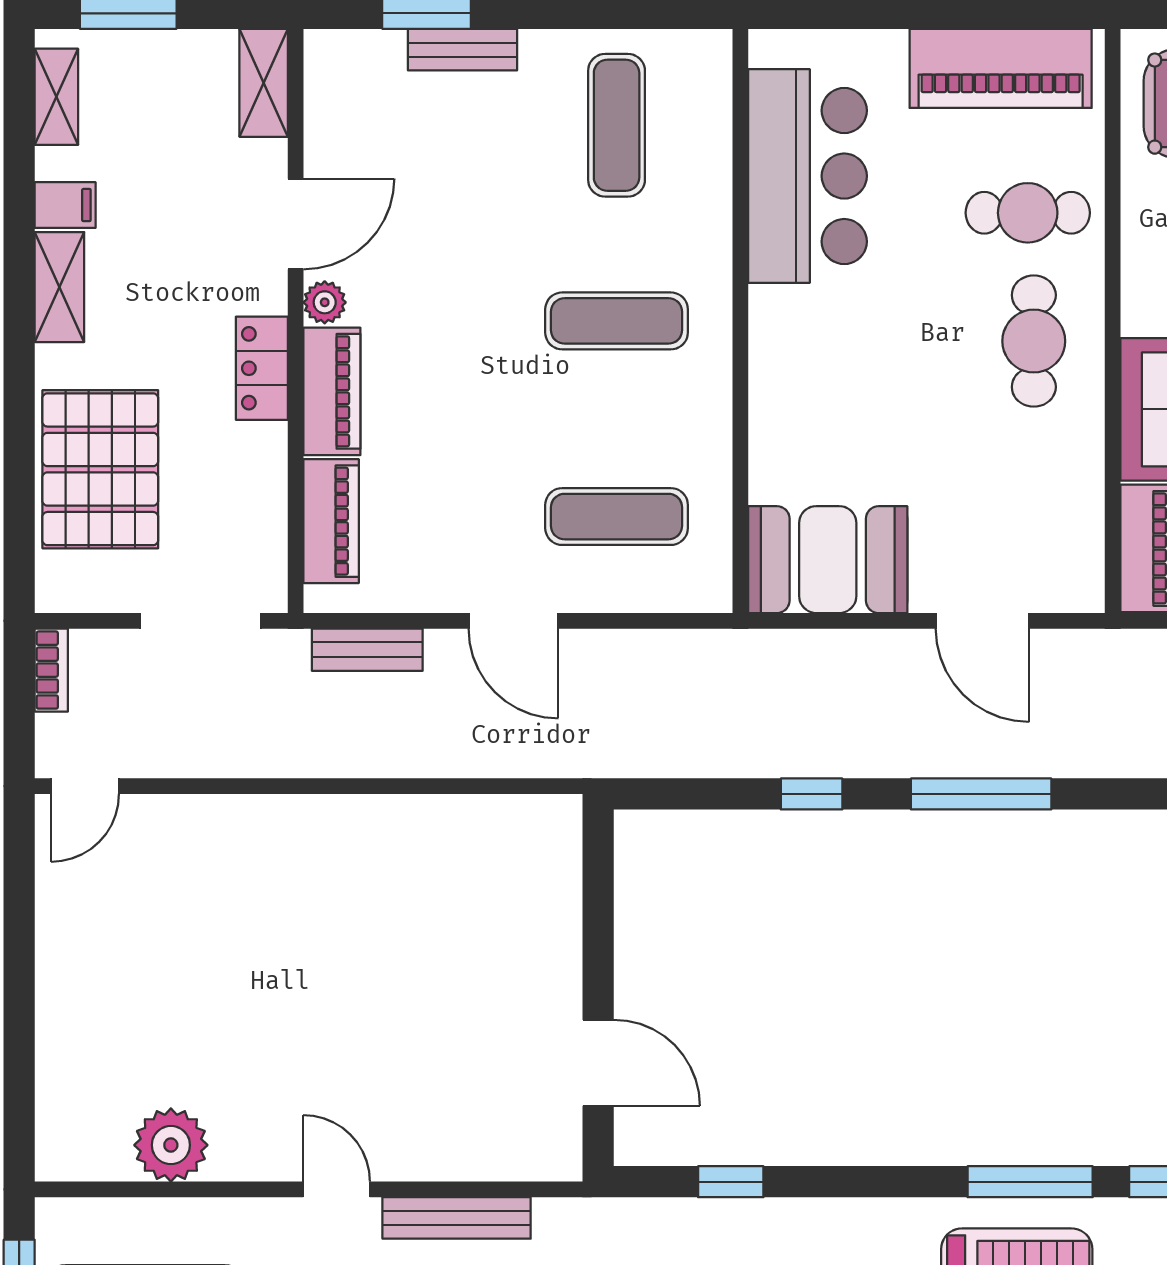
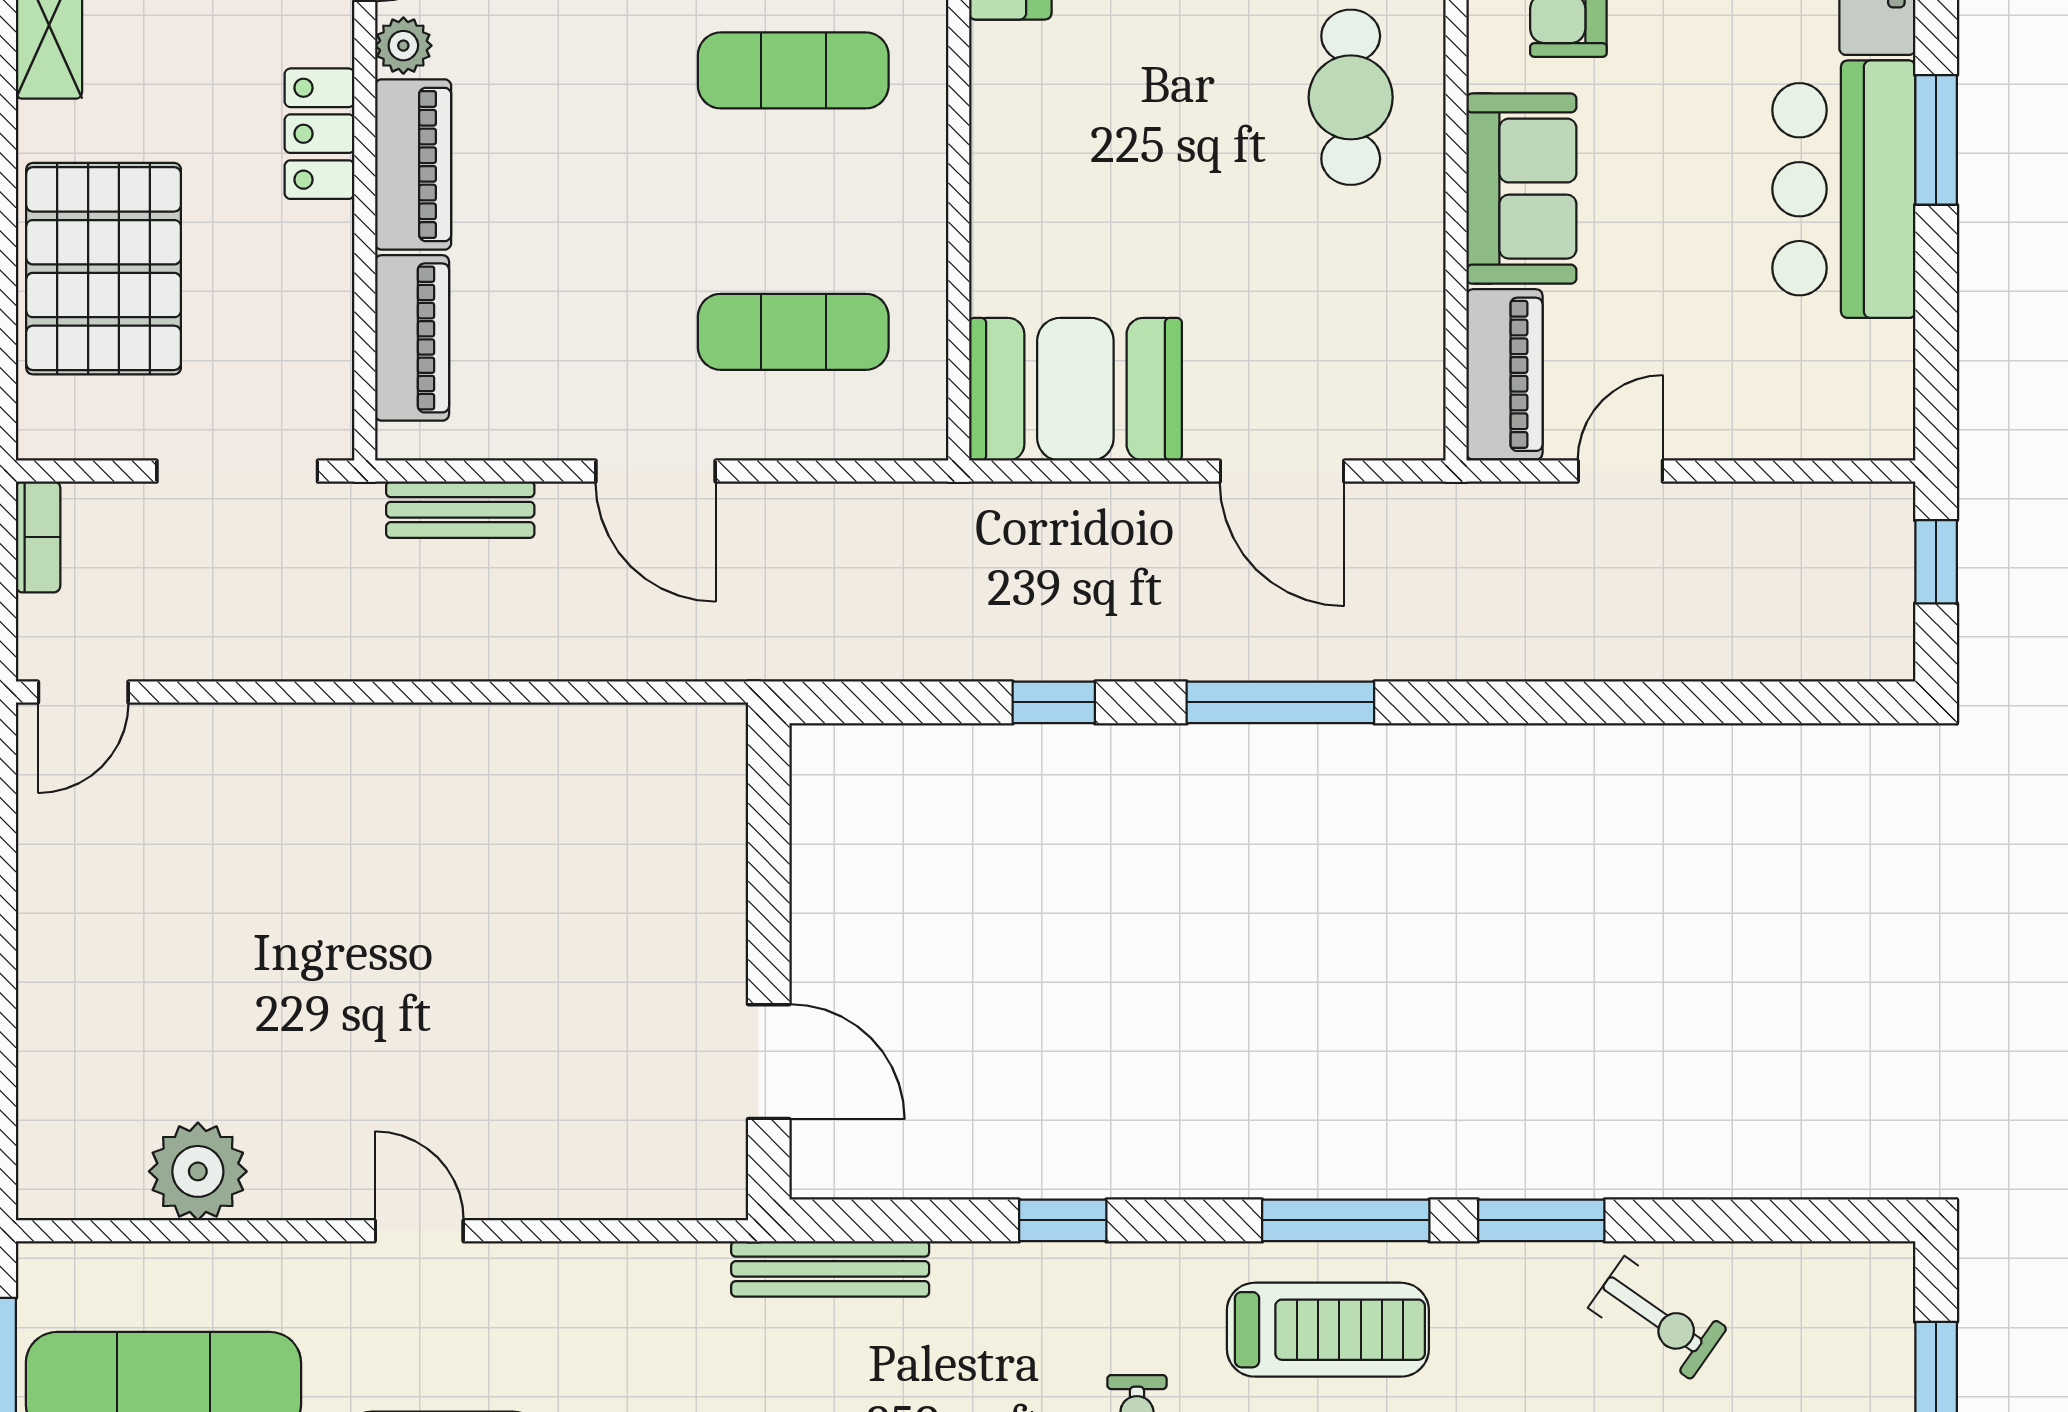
window: (731, 1182) -> (1063, 1220), moved
bench: (457, 1218) -> (830, 1269), moved

